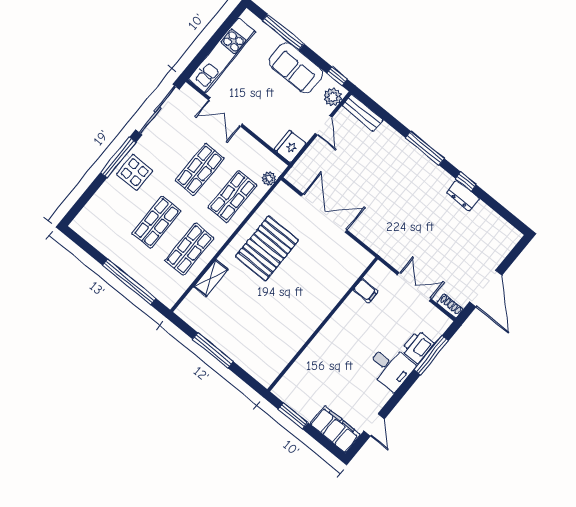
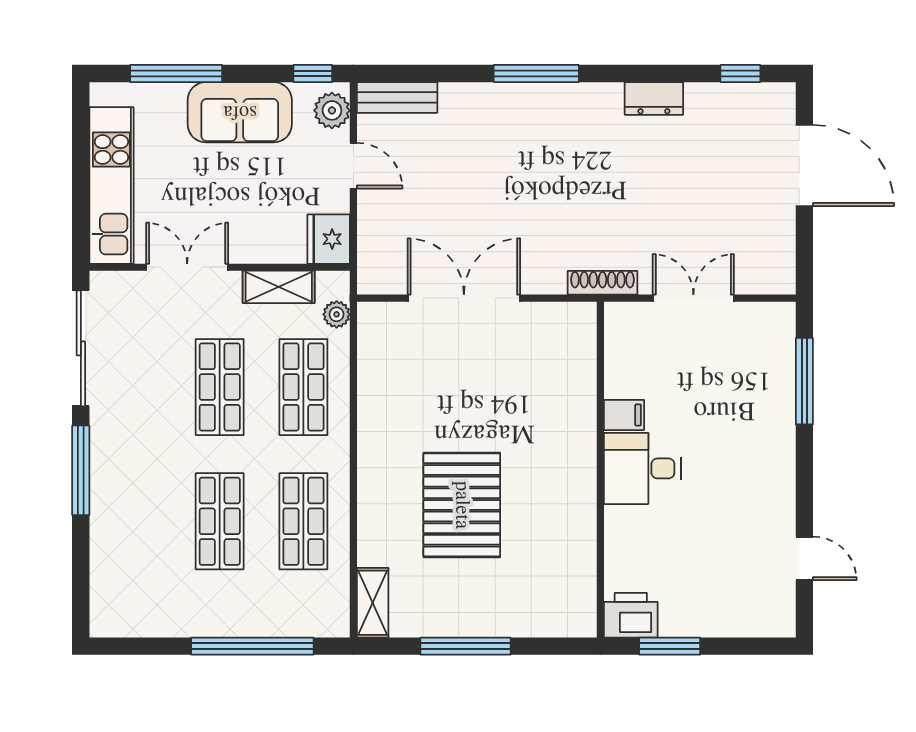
double door: (225, 112) -> (187, 267), swing flipped
shelving: (255, 149) -> (279, 287), added
display table: (135, 172) -> (124, 472), removed
window: (466, 182) -> (740, 73), moved
pallet: (267, 248) -> (462, 505), moved
shelving: (211, 278) -> (373, 603), moved
door: (486, 289) -> (804, 166), moved
filing cabinet: (366, 291) -> (624, 415), moved
shoe rack: (450, 306) -> (603, 283), moved, width x1.43
printer: (418, 347) -> (631, 615), moved, turned 90
desk: (390, 367) -> (642, 468), moved, turned 180
filing cabinet: (335, 429) -> (750, 614), removed

